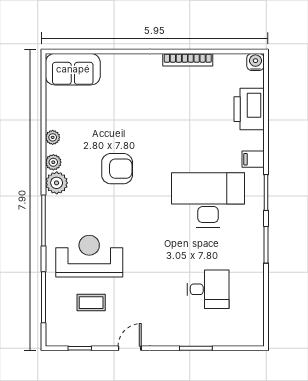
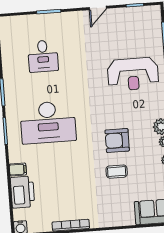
filing cabinet: (253, 159) -> (18, 170), moved
desk: (208, 289) -> (43, 56), turned -90
coffee table: (91, 303) -> (117, 172), moved

